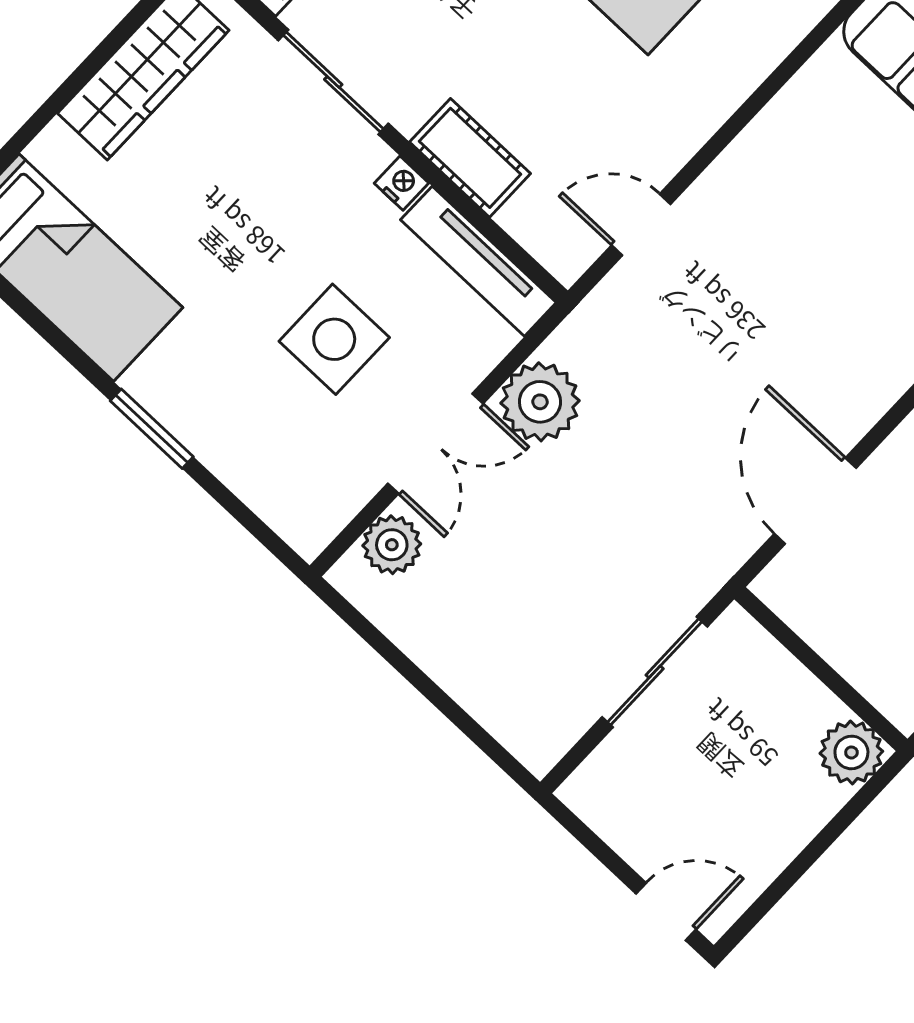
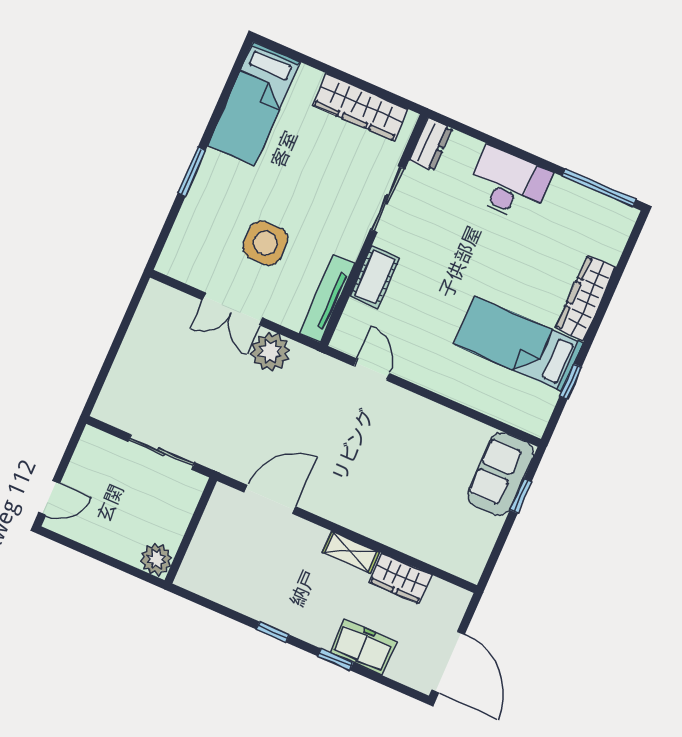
nightstand: (402, 183) -> (351, 249), removed
plant: (392, 545) -> (177, 305), removed
door: (666, 912) -> (49, 498), hinge flipped

